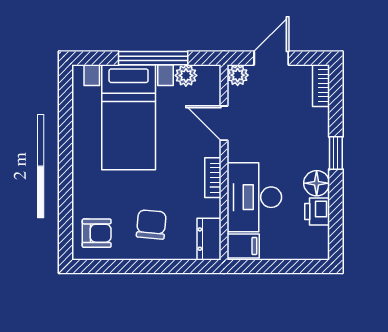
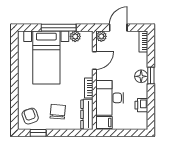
door: (224, 123) -> (94, 60), swing flipped
floor lamp: (317, 183) -> (141, 76), moved
armchair: (97, 233) -> (30, 116), turned -109
dresser: (209, 239) -> (87, 114), width x1.44
window: (113, 266) -> (38, 133), added

